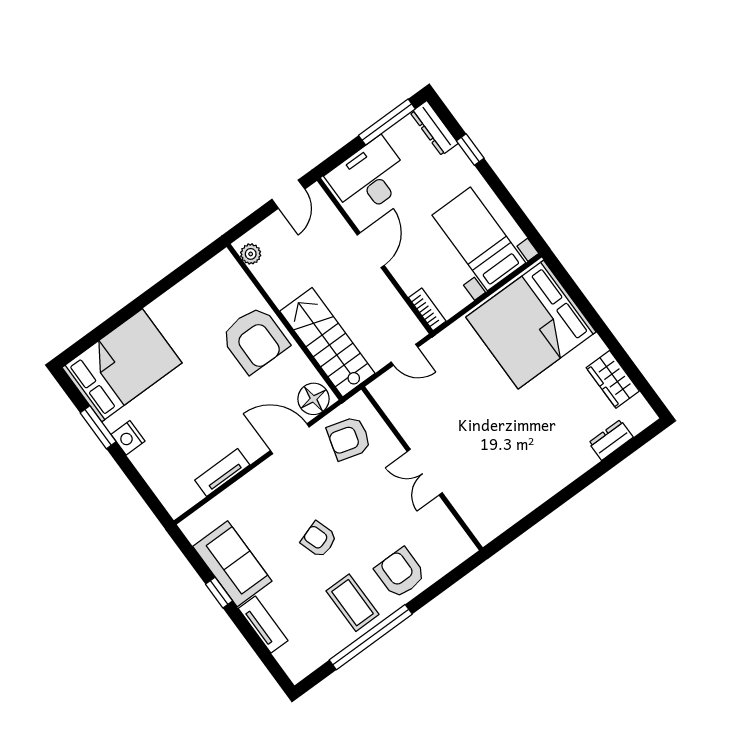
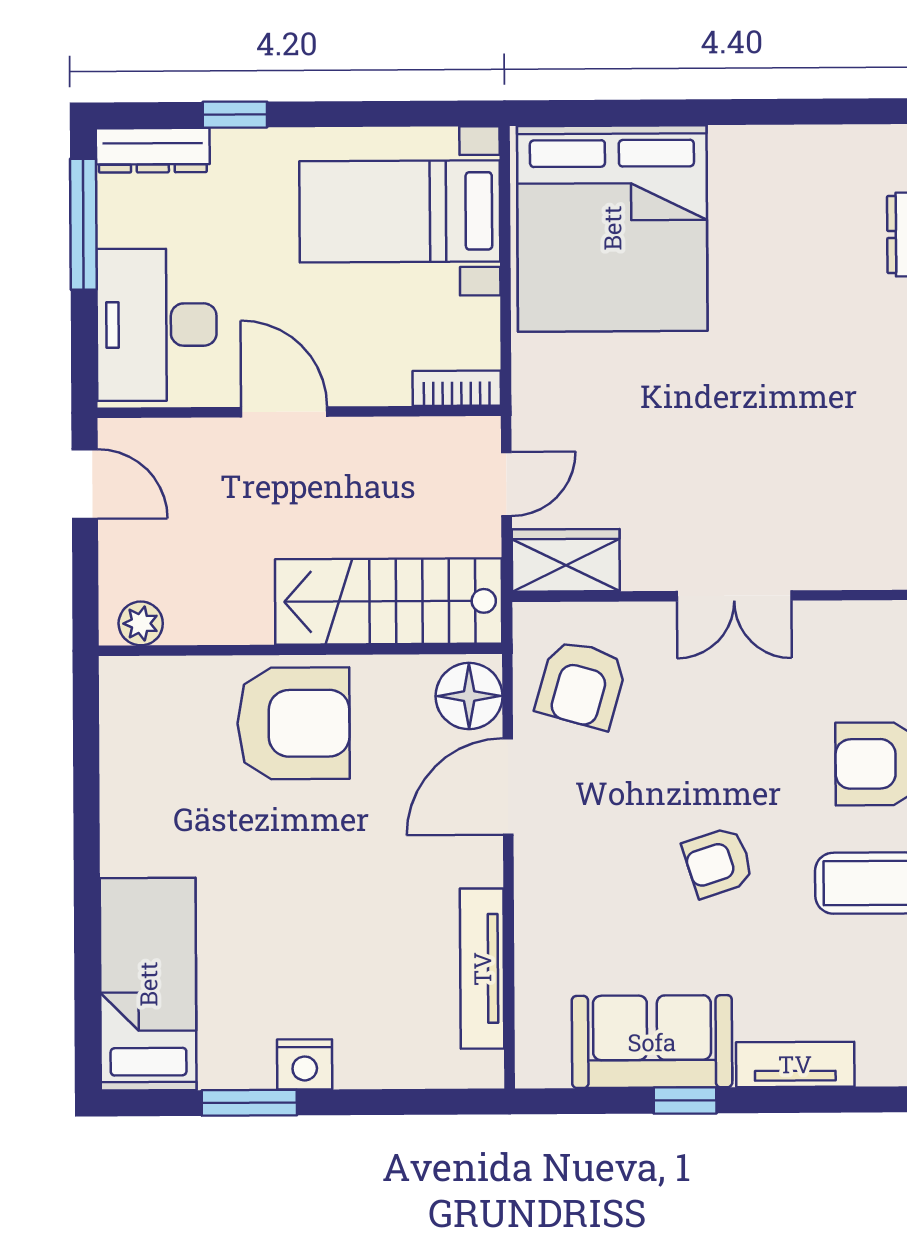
bed: (122, 365) -> (148, 984), width x0.67
wardrobe: (613, 379) -> (566, 560), moved, turned 180
tv unit: (222, 472) -> (482, 969), width x1.41

